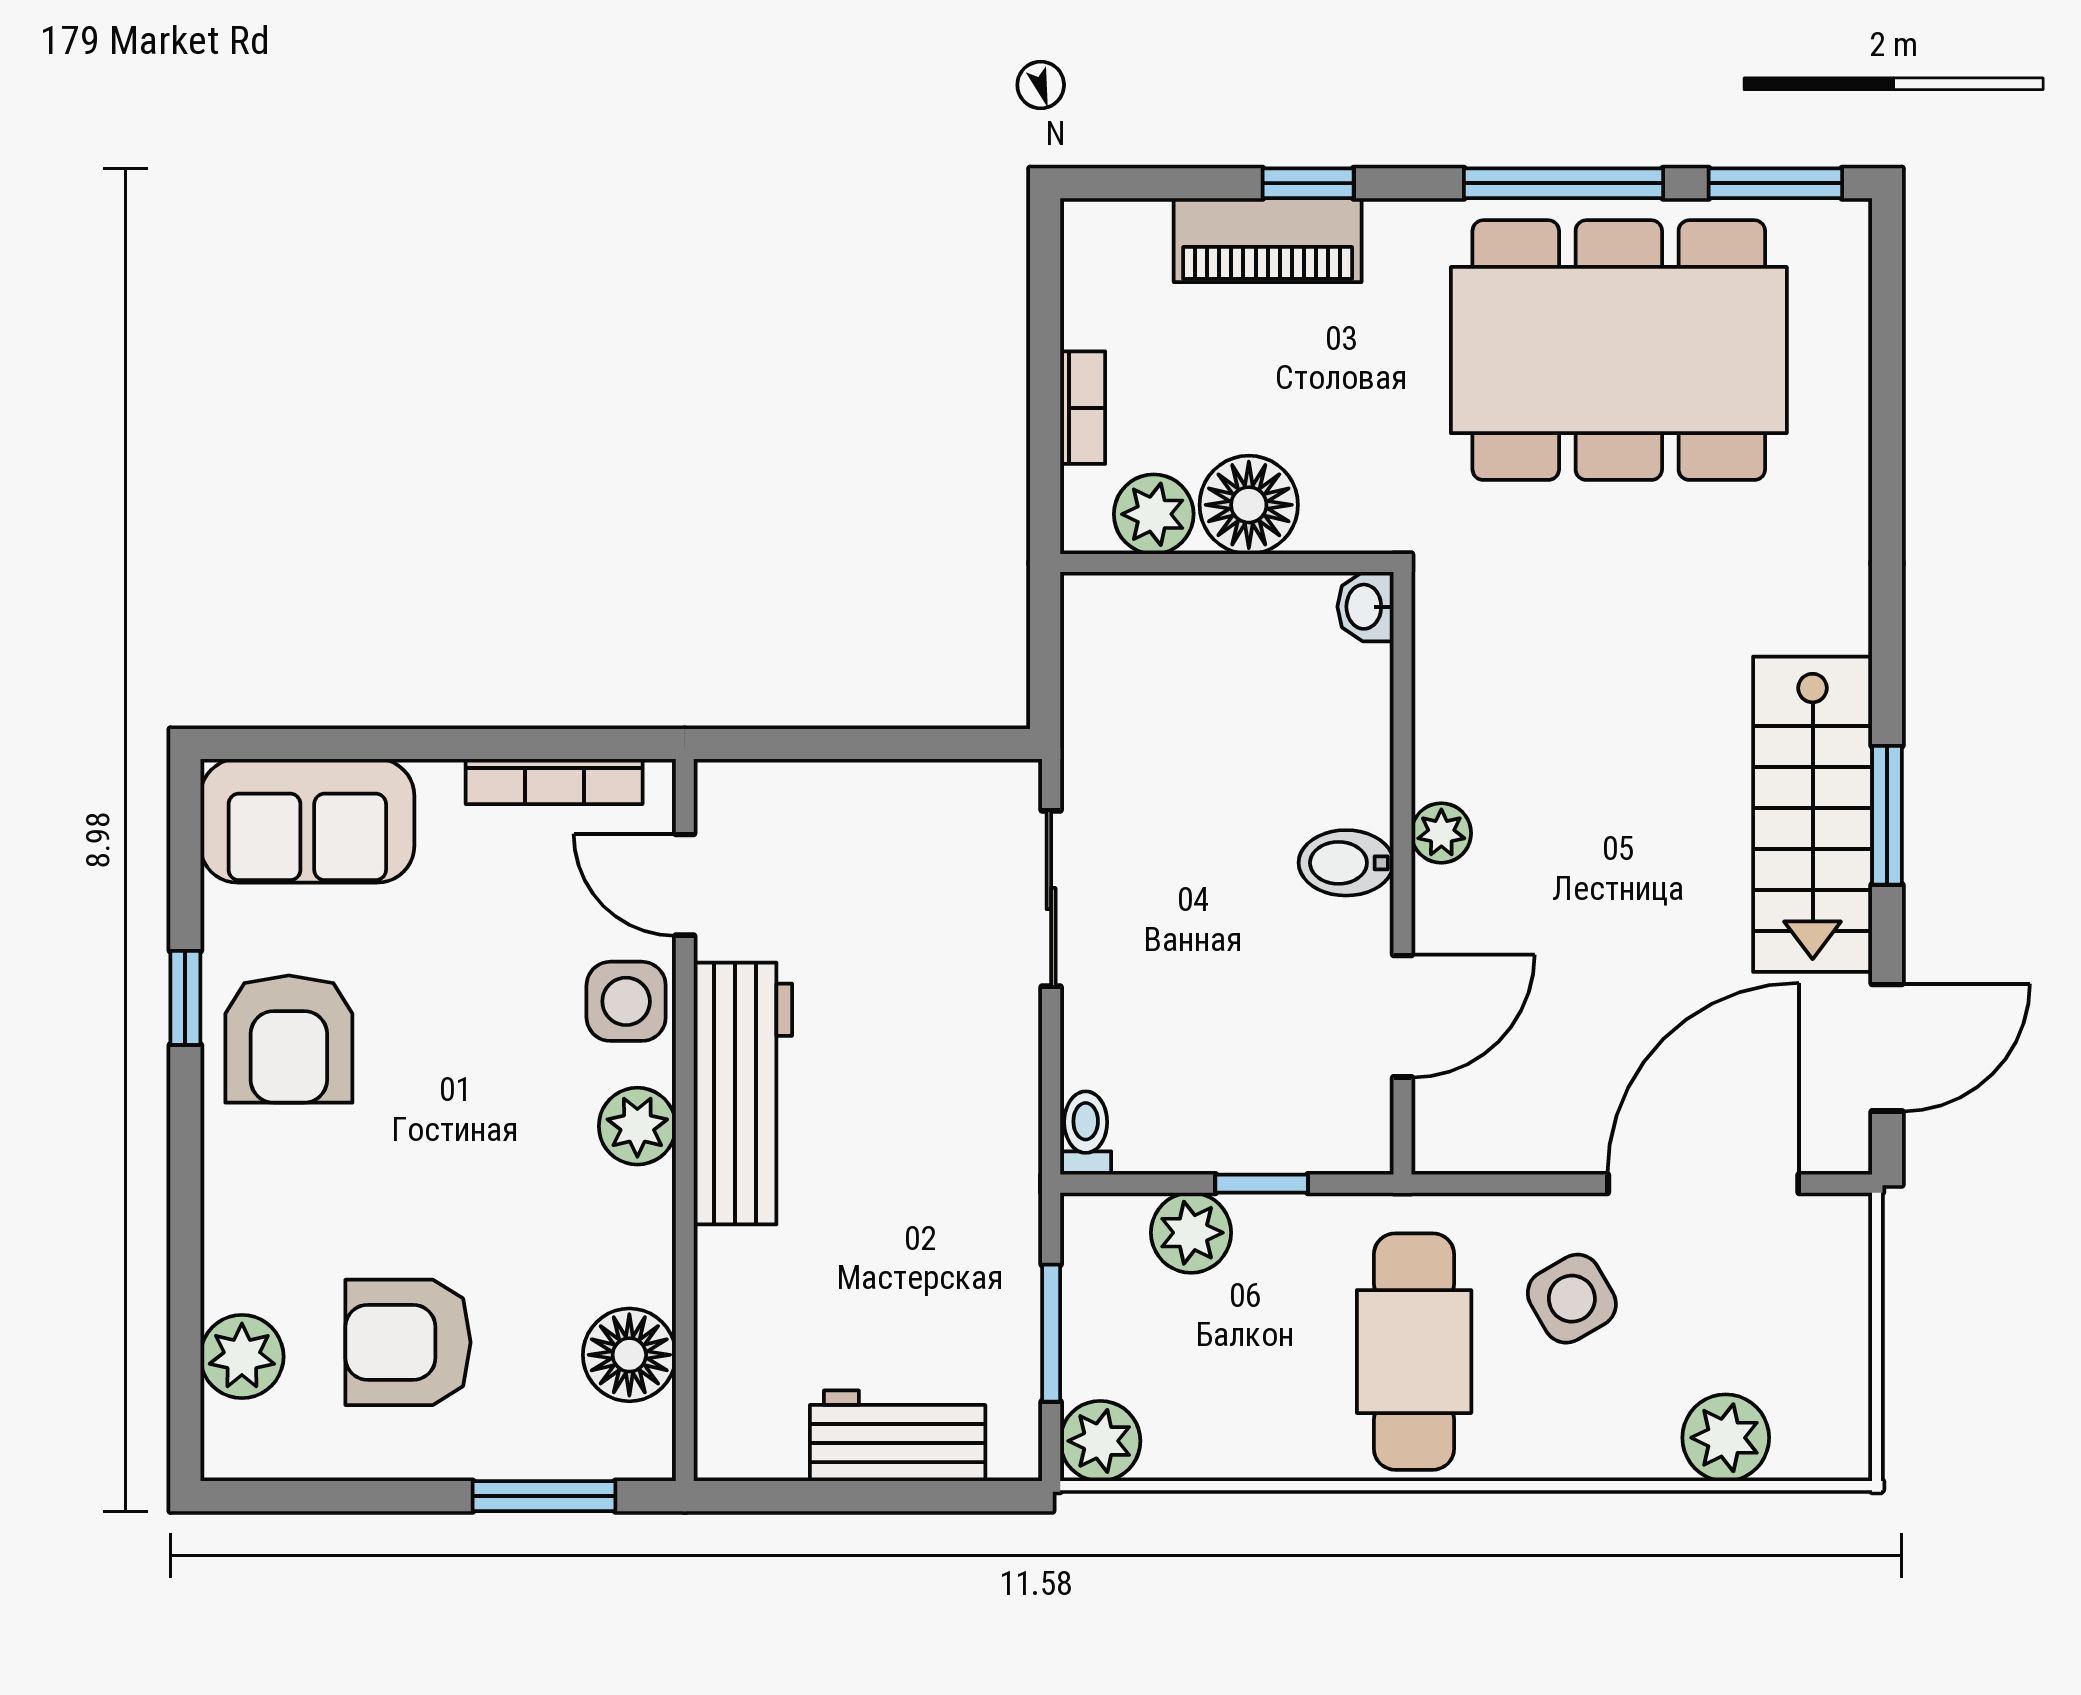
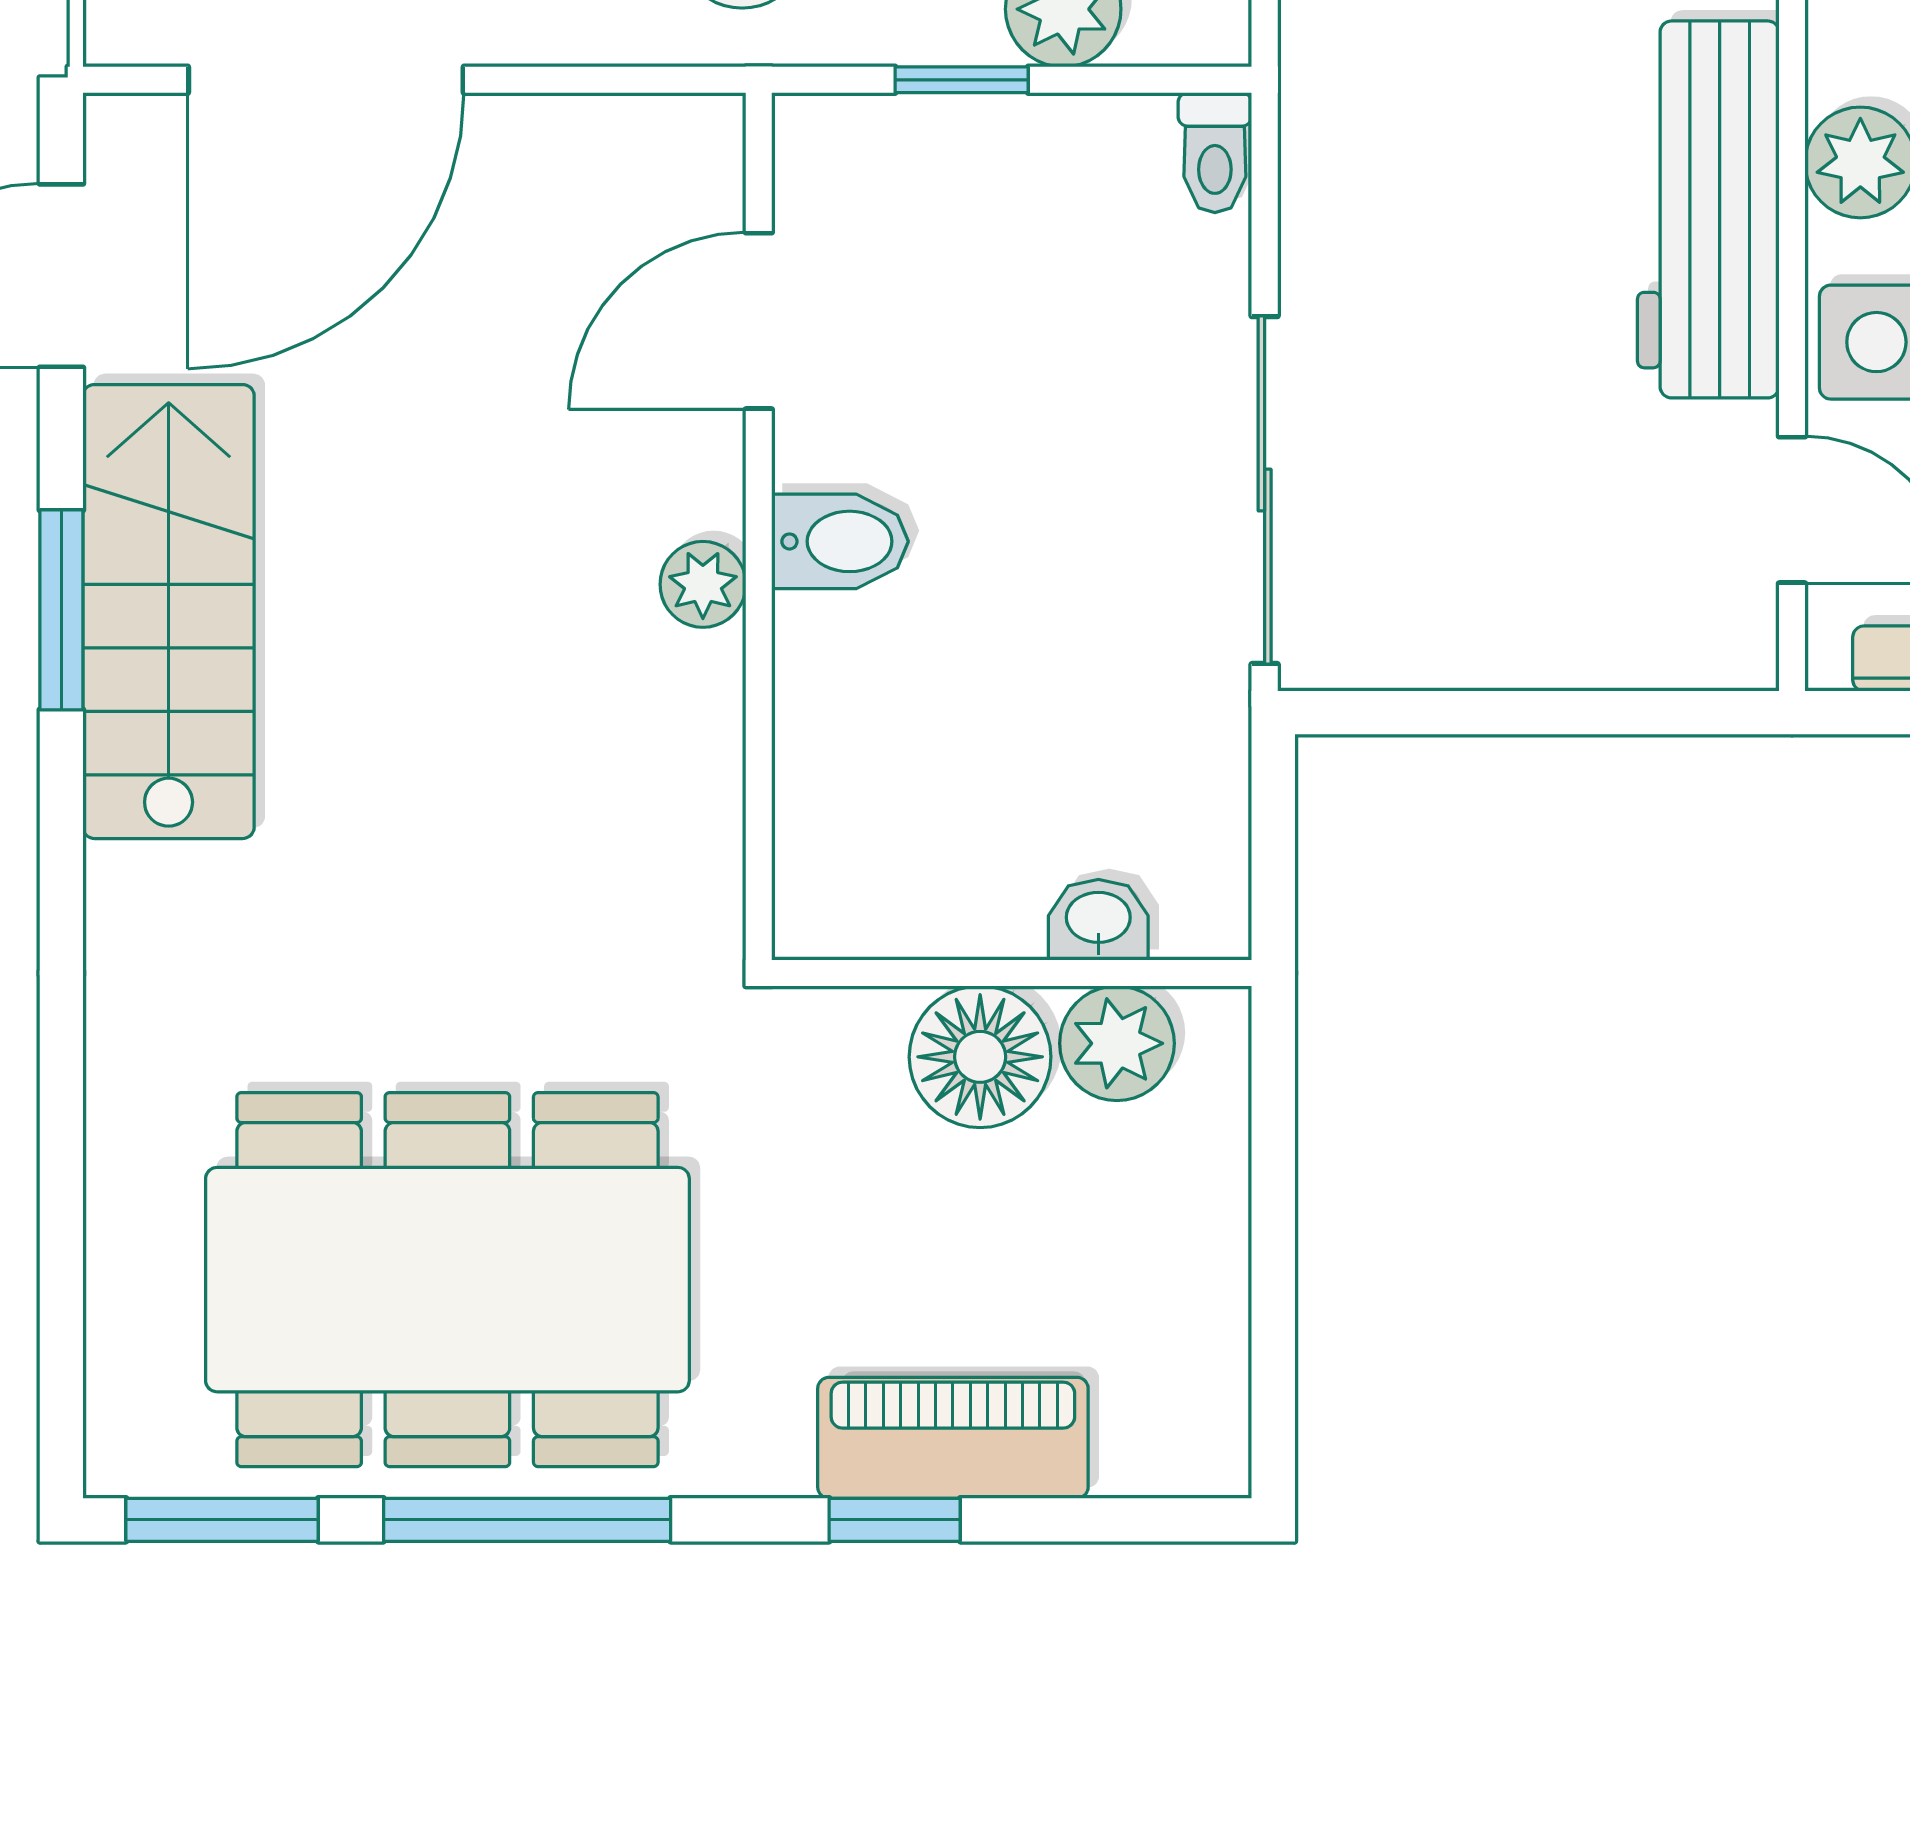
bookcase: (1083, 408) -> (1219, 1197), removed
washbasin: (1365, 607) -> (1098, 920), moved, turned -90
sliding door: (1051, 899) -> (1265, 490), width x1.37

